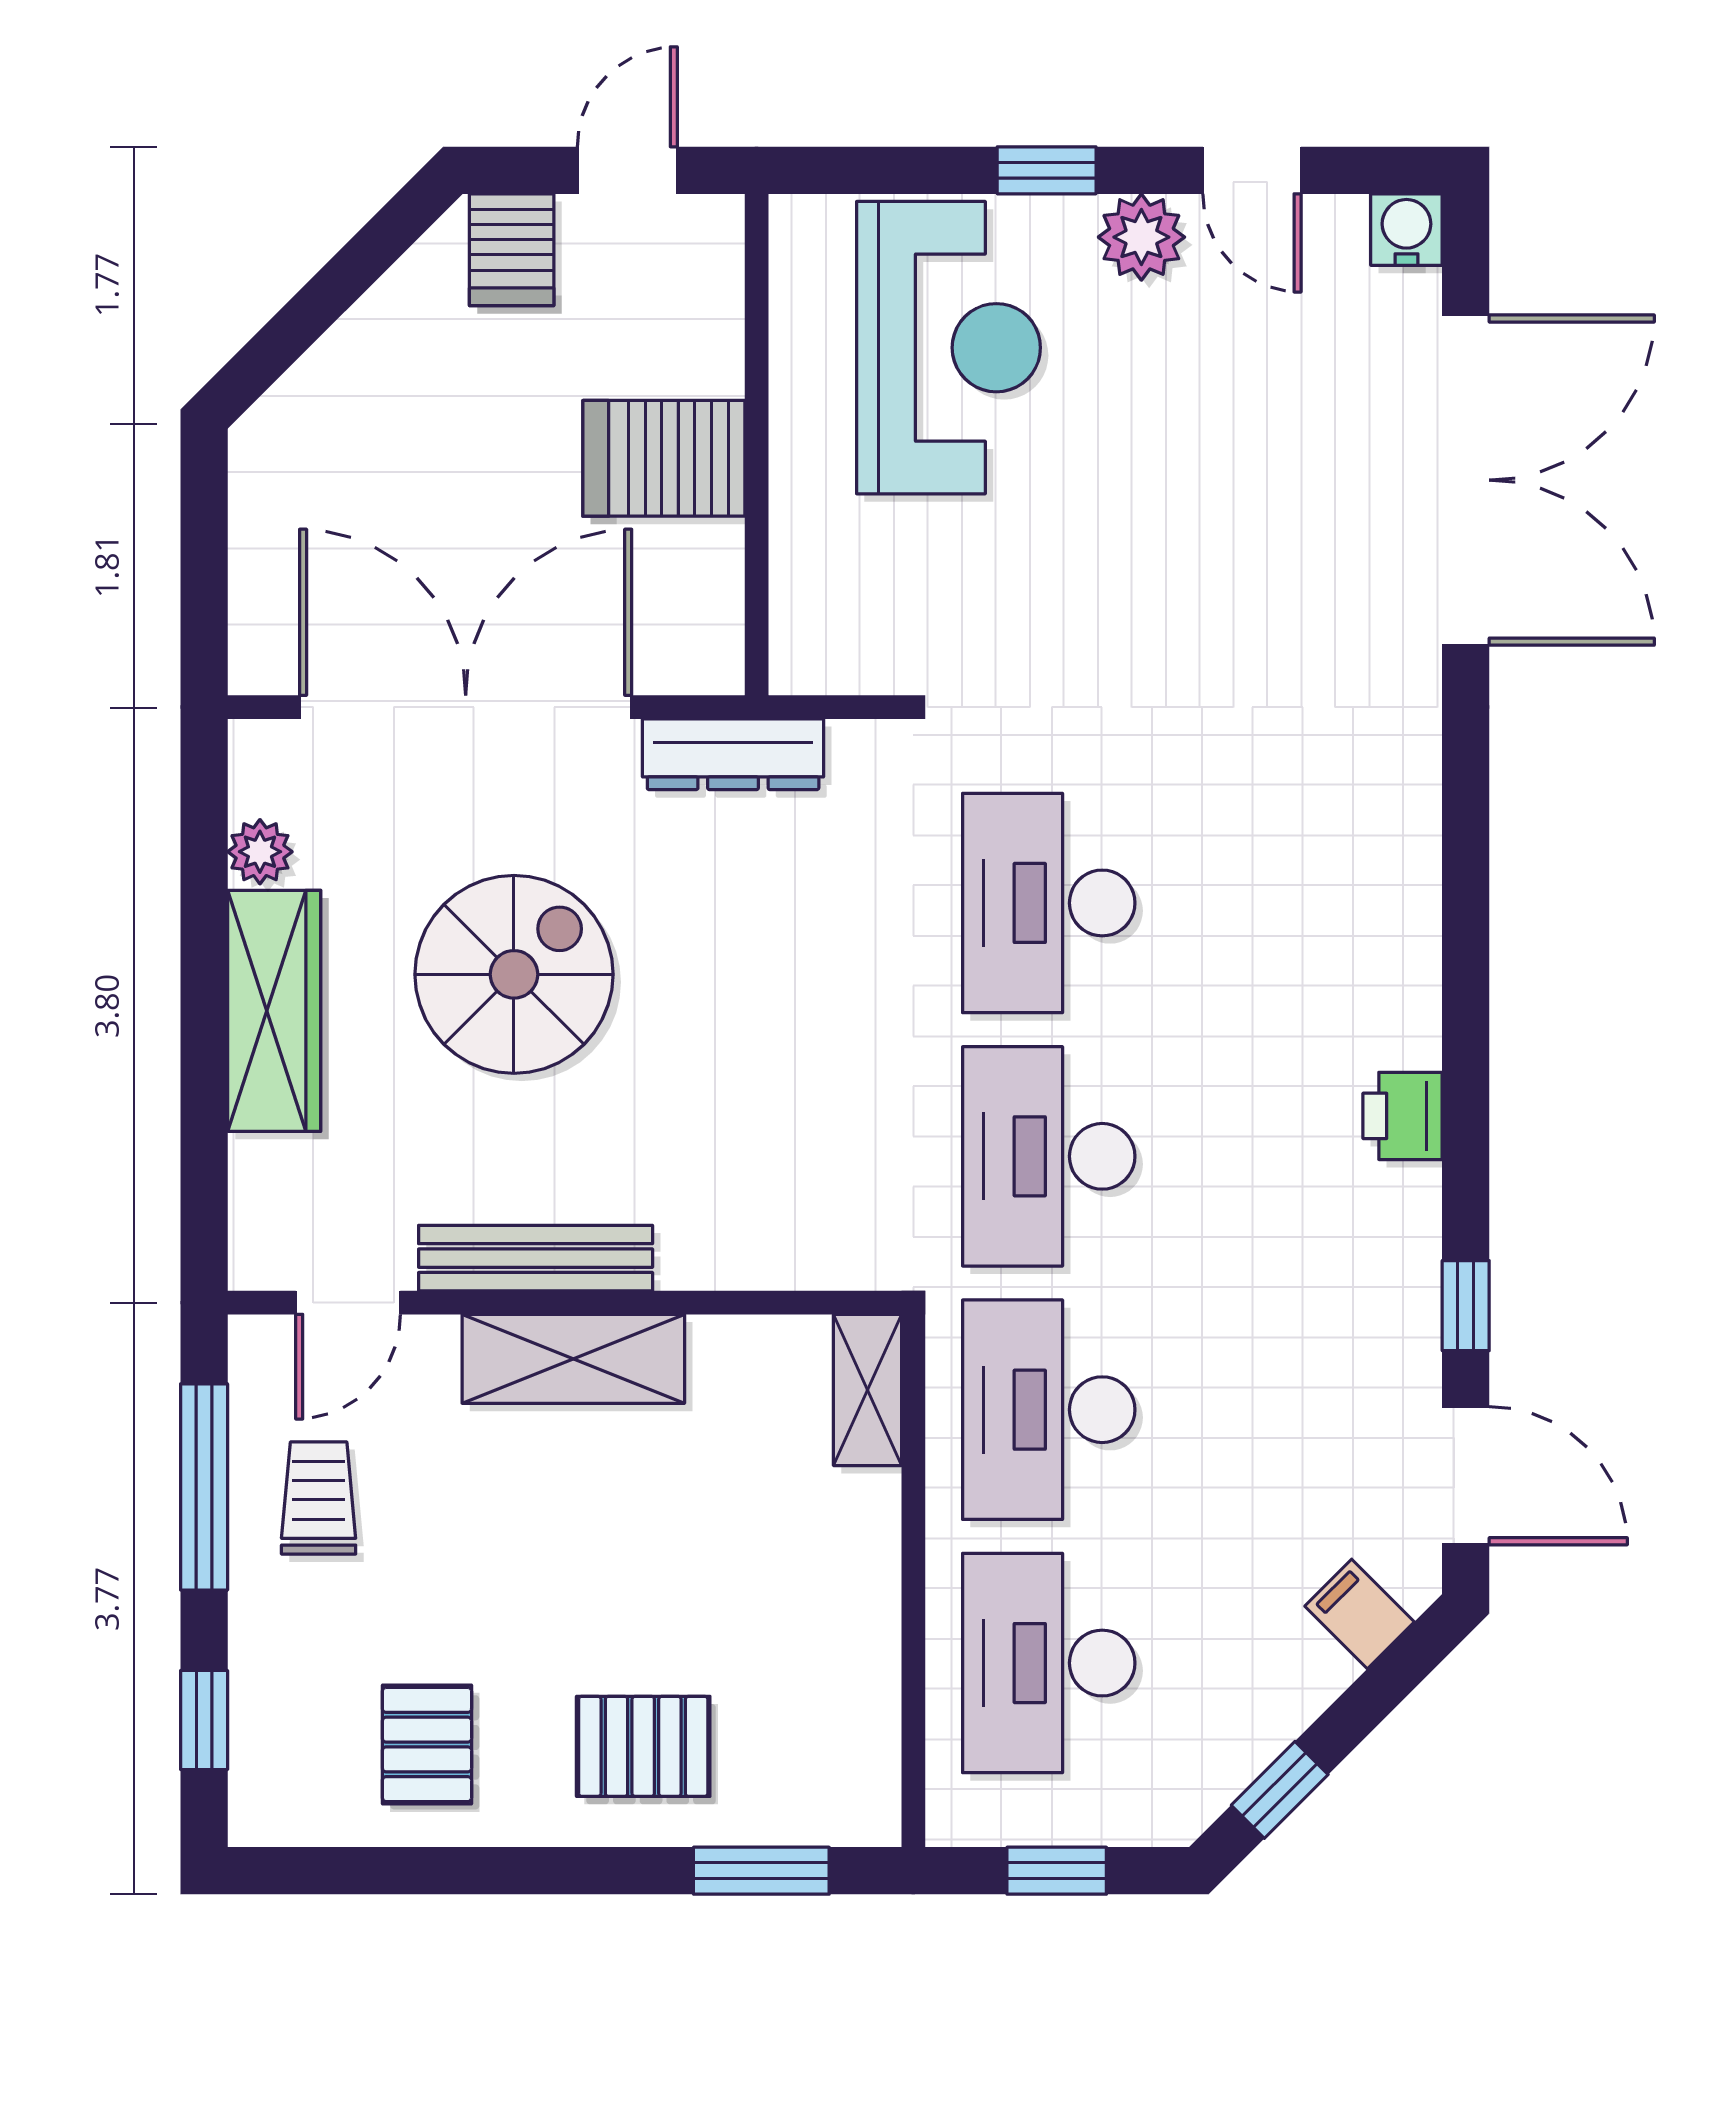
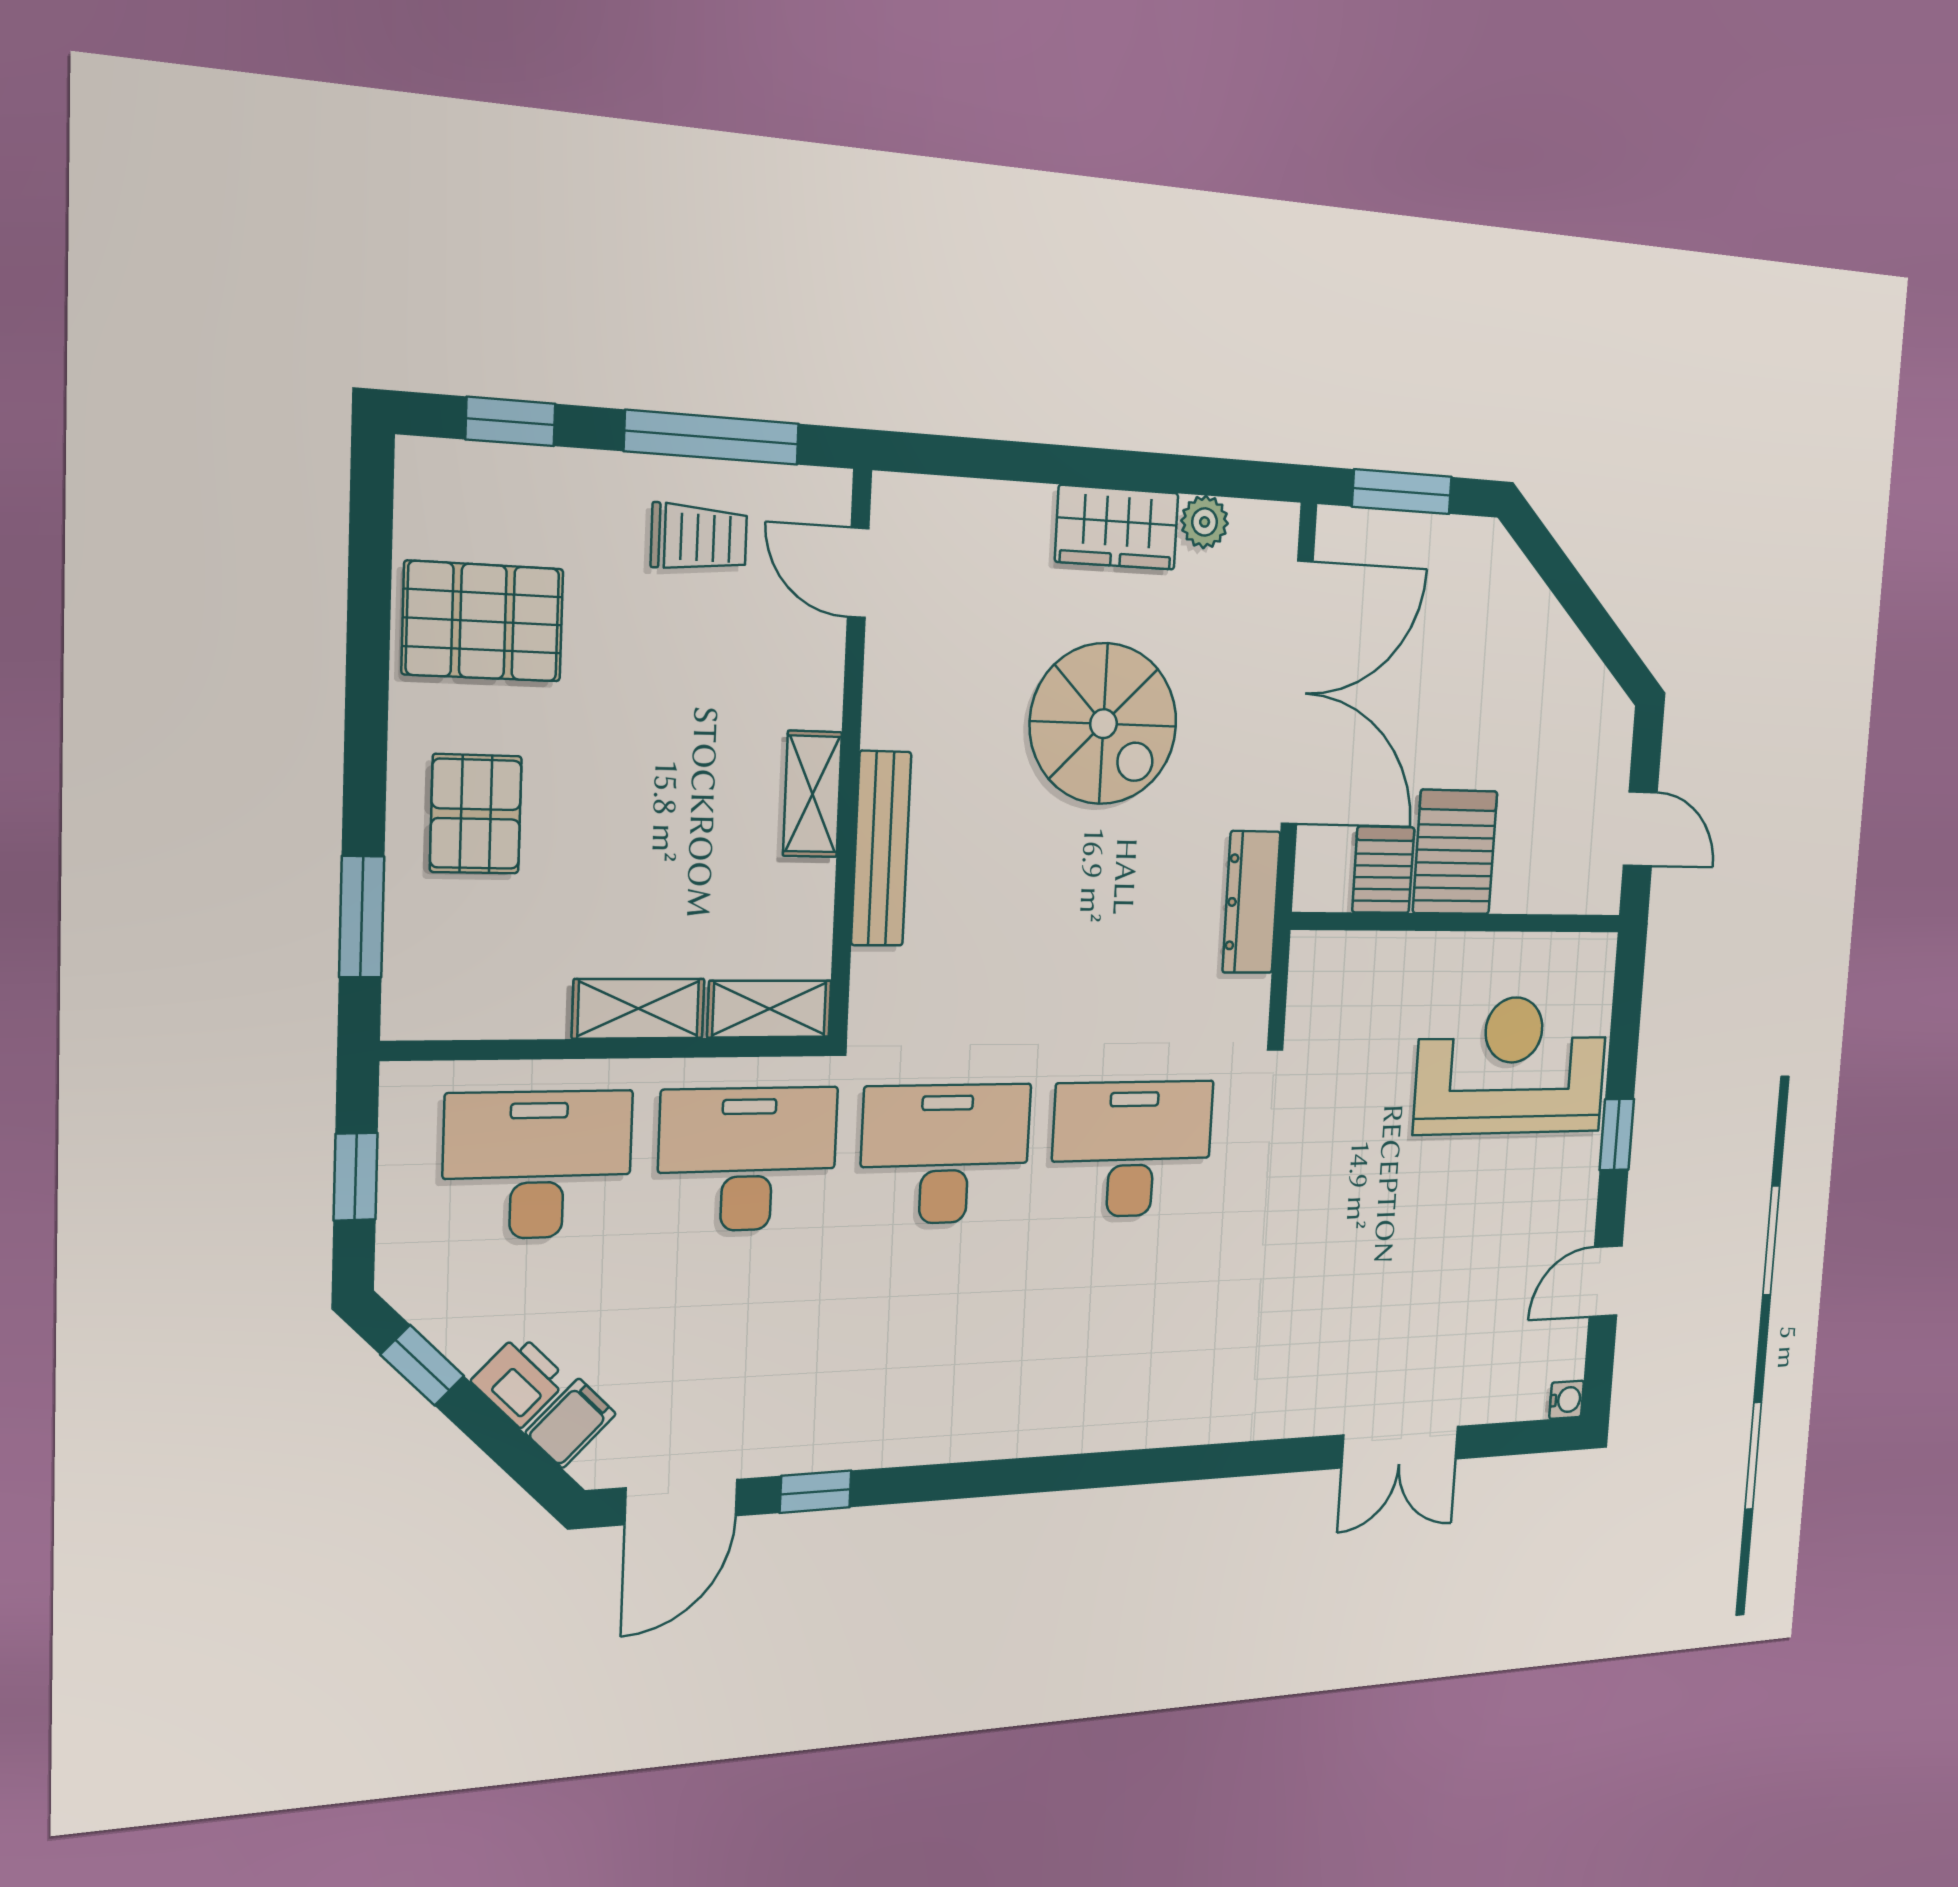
water cooler: (1406, 230) -> (1567, 1400), width x0.72, depth x0.72
plant: (1141, 237) -> (1571, 1204), removed
server rack: (512, 250) -> (1383, 870), moved, turned 90
reception desk: (949, 348) -> (1511, 1065), turned 180
double door: (1466, 480) -> (1400, 1447), width x0.54
window: (204, 574) -> (1402, 492), added
wardrobe: (274, 1011) -> (1117, 527), width x0.67
printer: (1403, 1116) -> (520, 1380), moved, turned 45
bench: (536, 1258) -> (881, 849), moved
shelving: (573, 1359) -> (812, 794), width x0.67, depth x0.75
shelving: (866, 1550) -> (638, 1009), added
pallet: (427, 1745) -> (483, 621), width x1.50, depth x1.42

